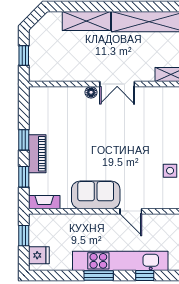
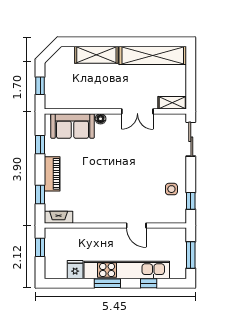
double door: (117, 84) -> (137, 111), moved
window: (24, 140) -> (40, 145), moved
sofa: (96, 195) -> (72, 126), moved, turned 180
fridge: (39, 255) -> (75, 270), moved, turned -90

